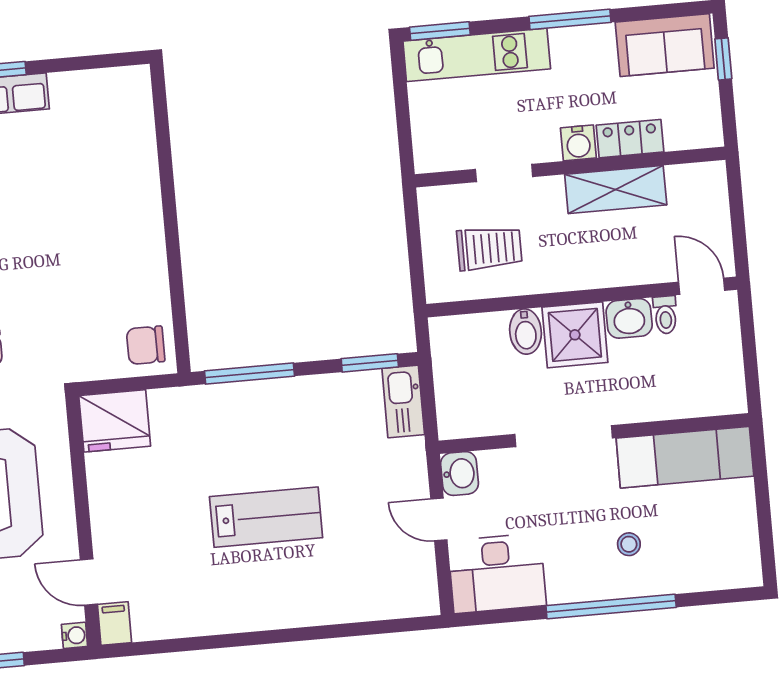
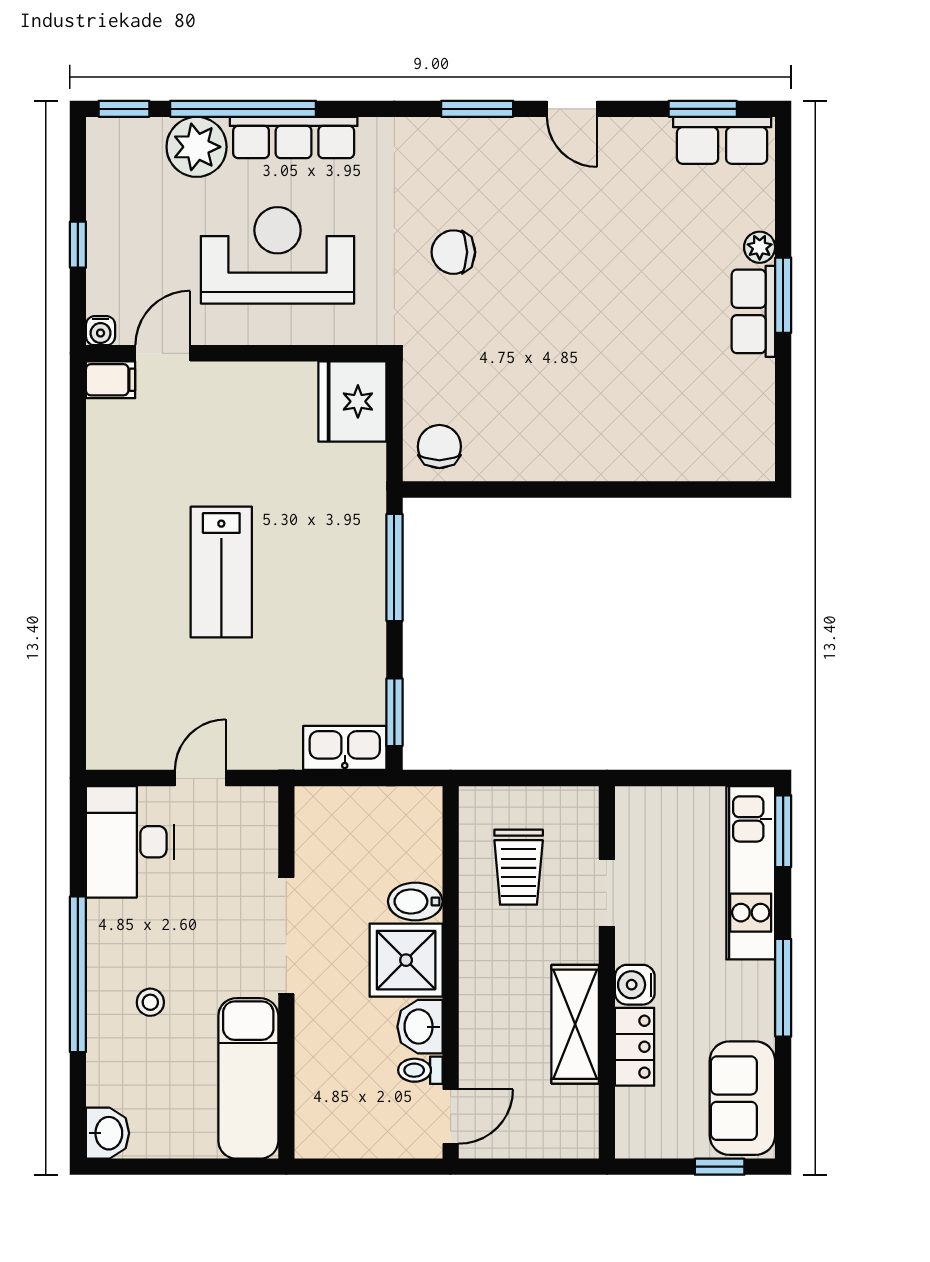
washbasin: (460, 473) -> (108, 1133), moved, turned -90

